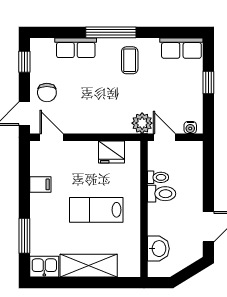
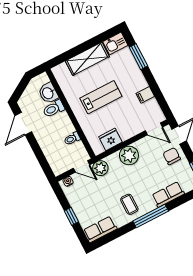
plant: (99, 121) -> (129, 155), added
toilet: (162, 194) -> (54, 109), moved

